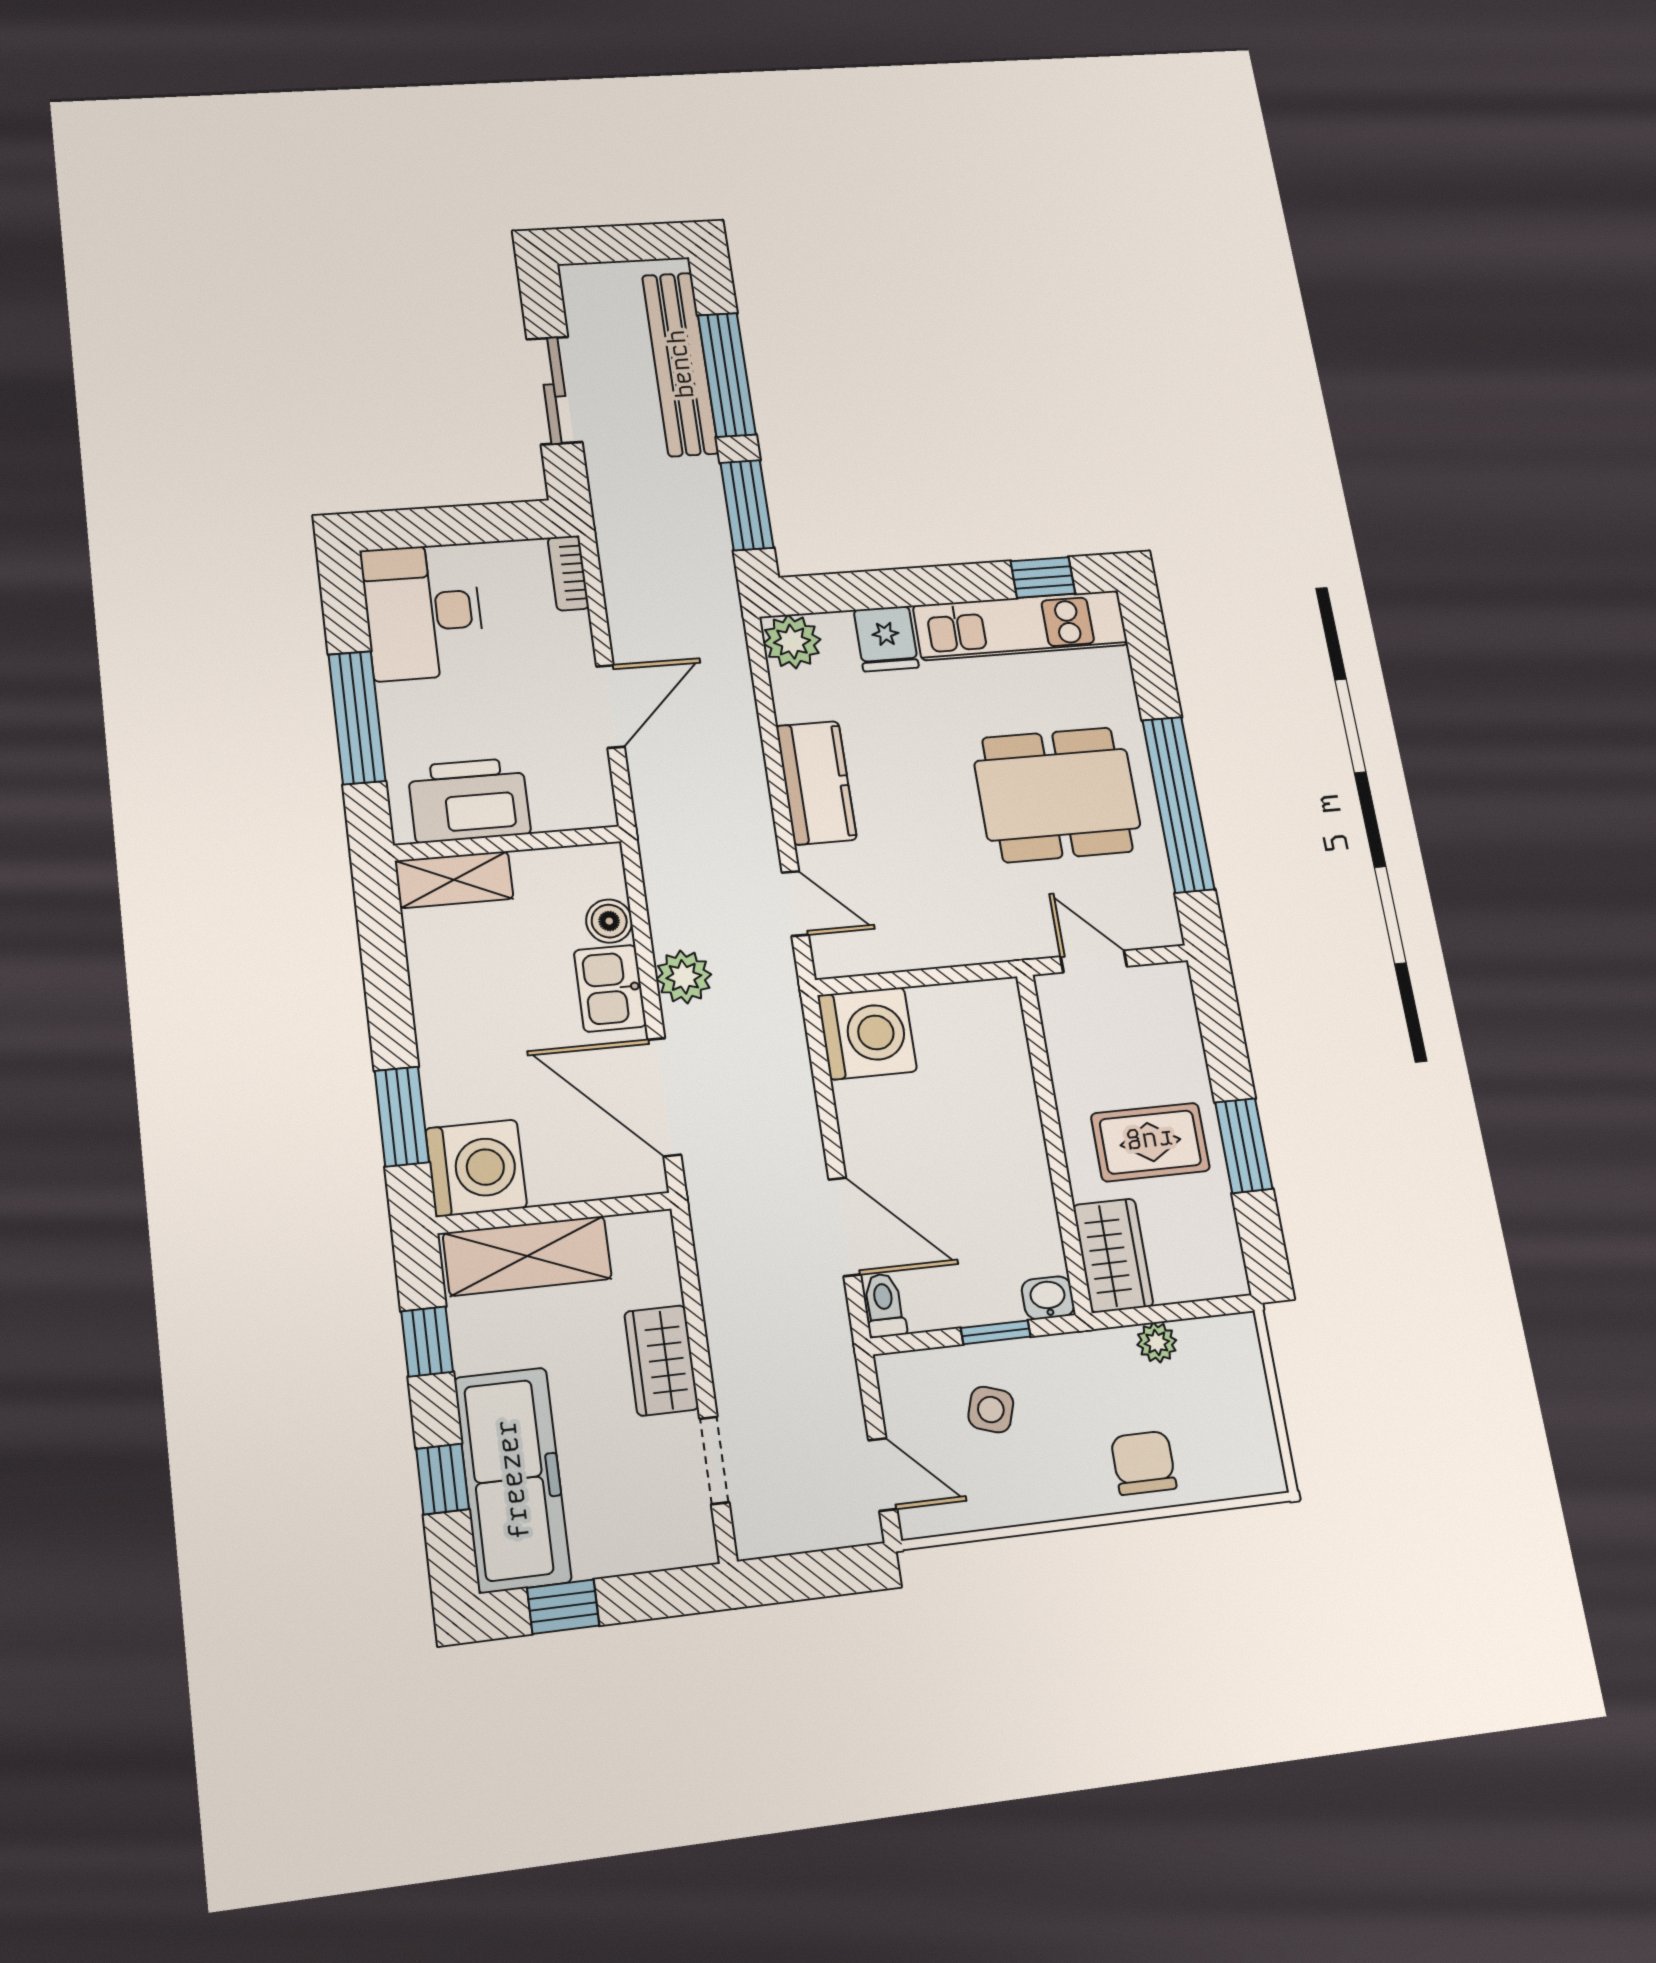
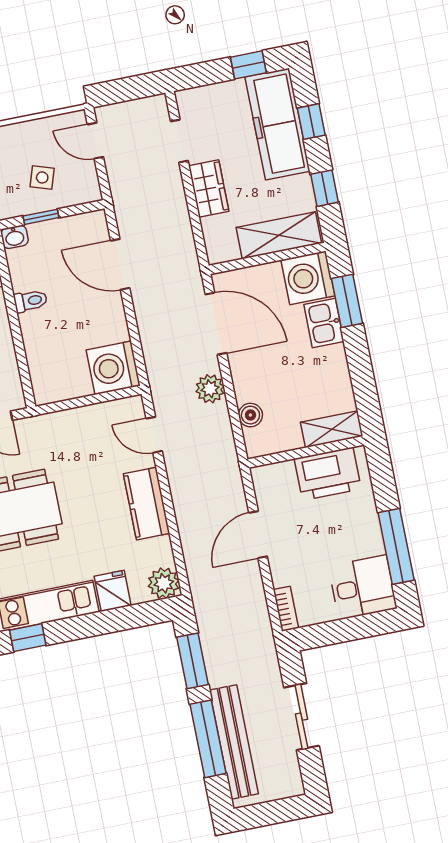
desk: (423, 612) -> (363, 587), width x0.73
window: (357, 718) -> (396, 546), moved
kitchen sink: (610, 988) -> (324, 323), moved, turned 180
toilet: (884, 1305) -> (30, 301), moved, turned -90

